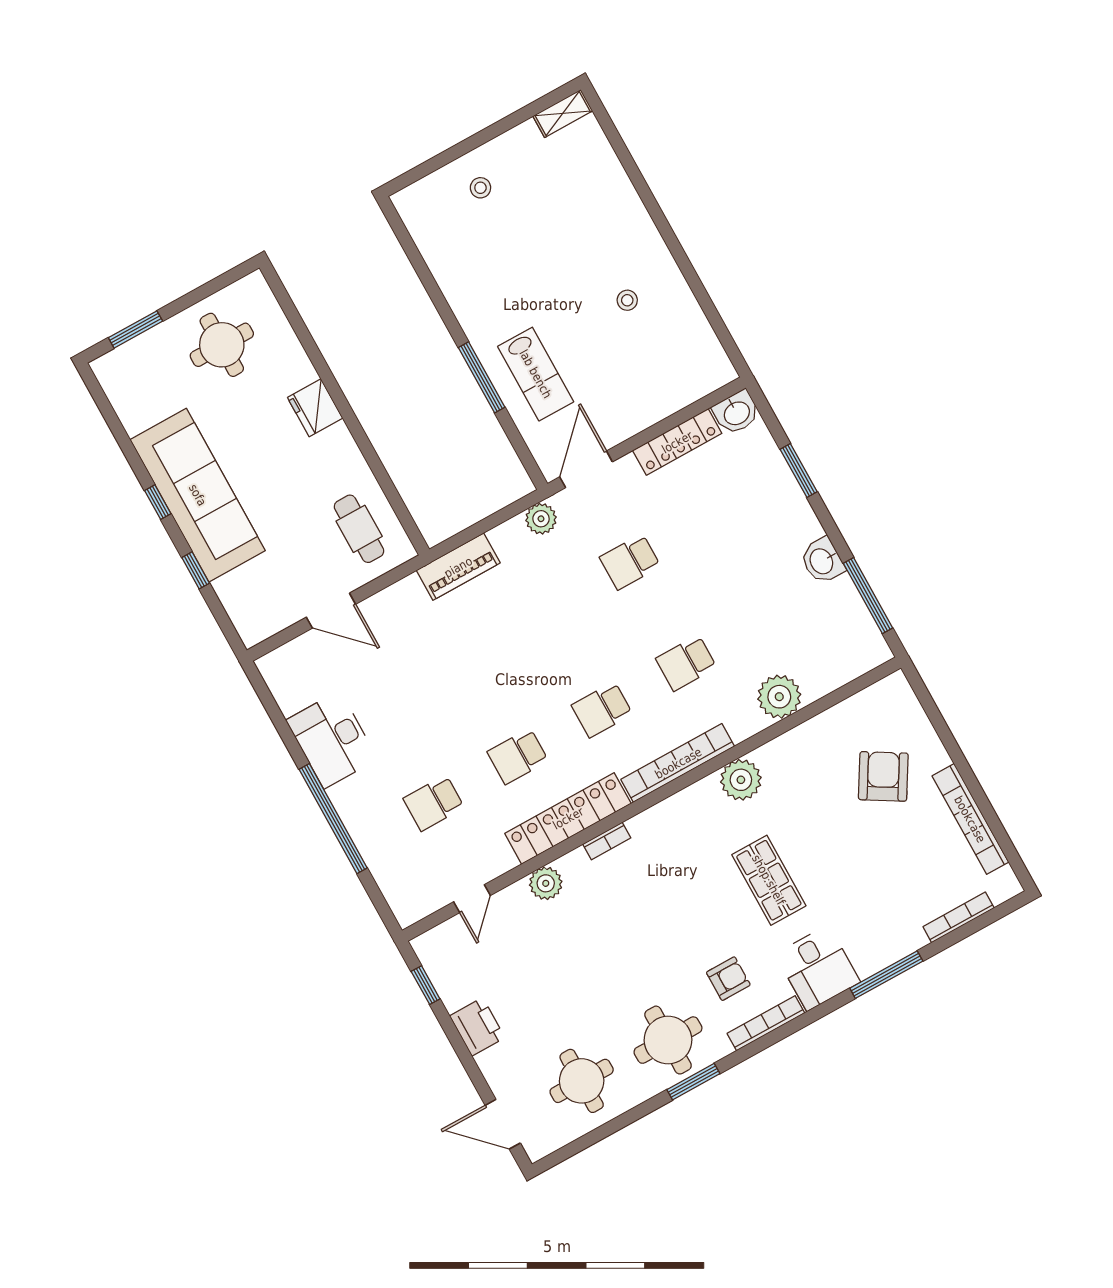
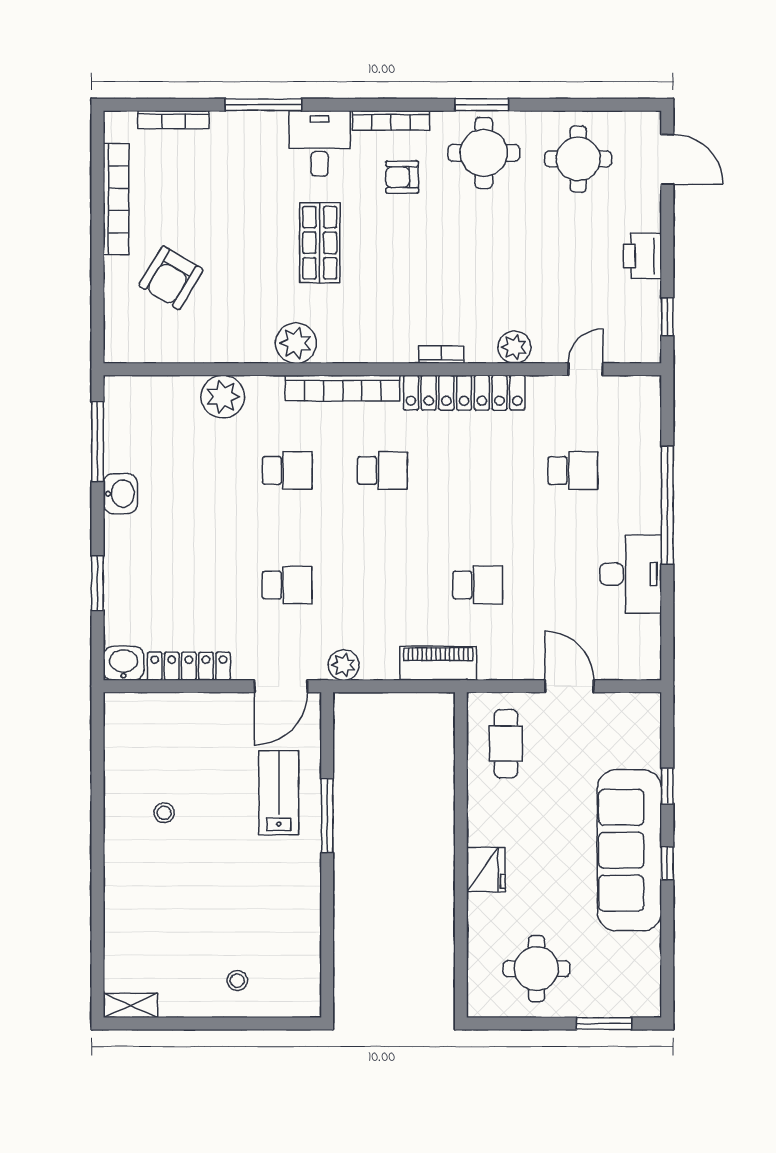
school desk: (518, 756) -> (478, 585), moved

